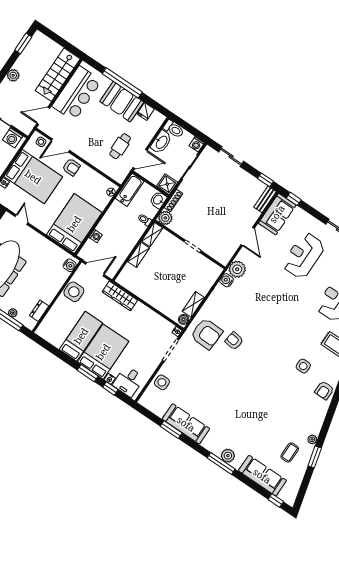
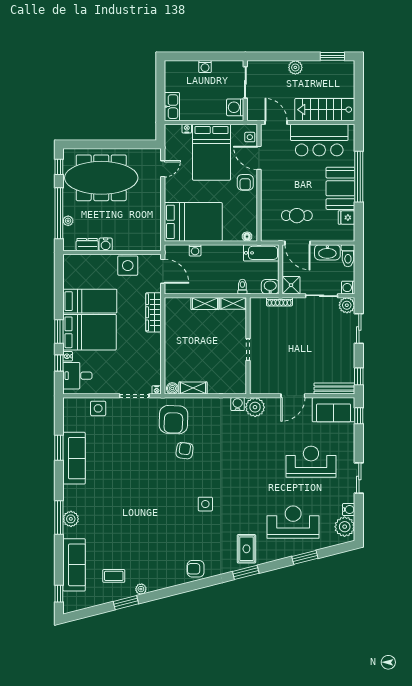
bench: (265, 199) -> (334, 389), width x1.36
plant: (165, 218) -> (347, 305), moved
water cooler: (70, 265) -> (106, 244), moved
side table: (303, 366) -> (205, 504), moved

